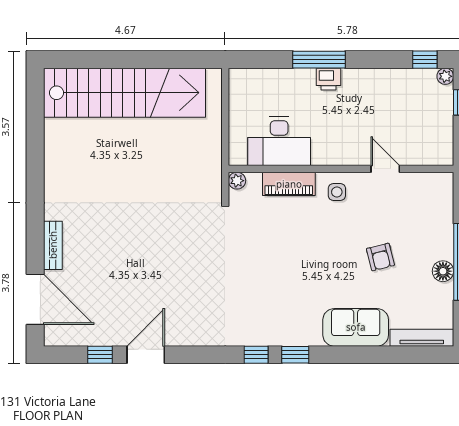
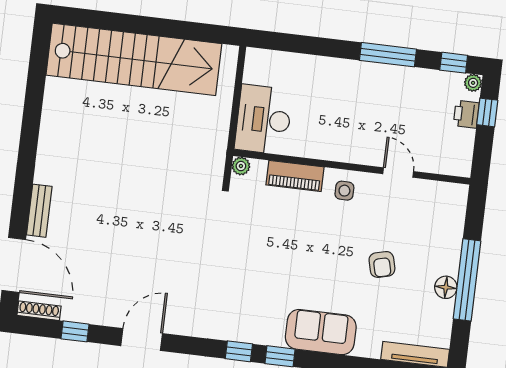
window: (319, 60) -> (388, 55), moved
printer: (328, 79) -> (466, 114), moved, turned 90
desk: (279, 141) -> (264, 120), moved, turned 90
sofa: (356, 327) -> (321, 332), moved
shoe rack: (64, 339) -> (39, 311), added
door: (146, 355) -> (142, 340), moved

